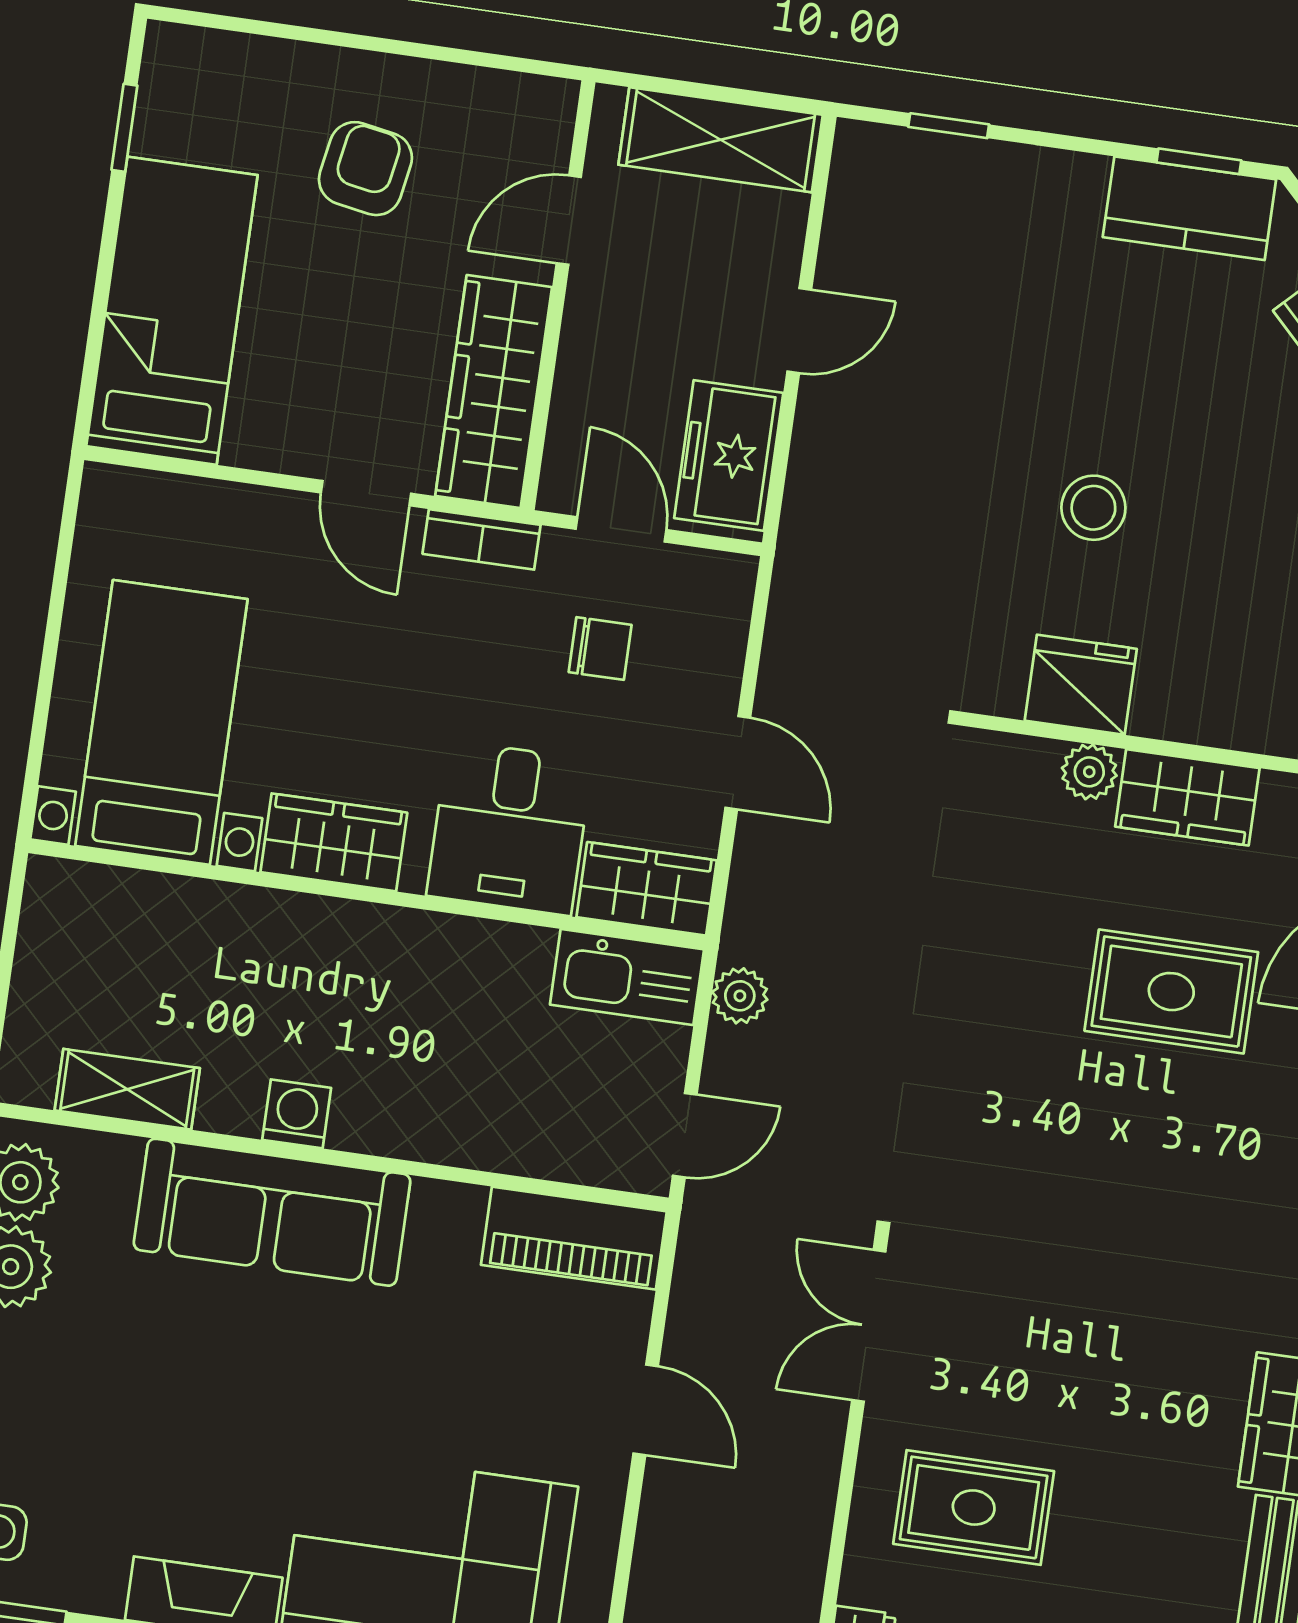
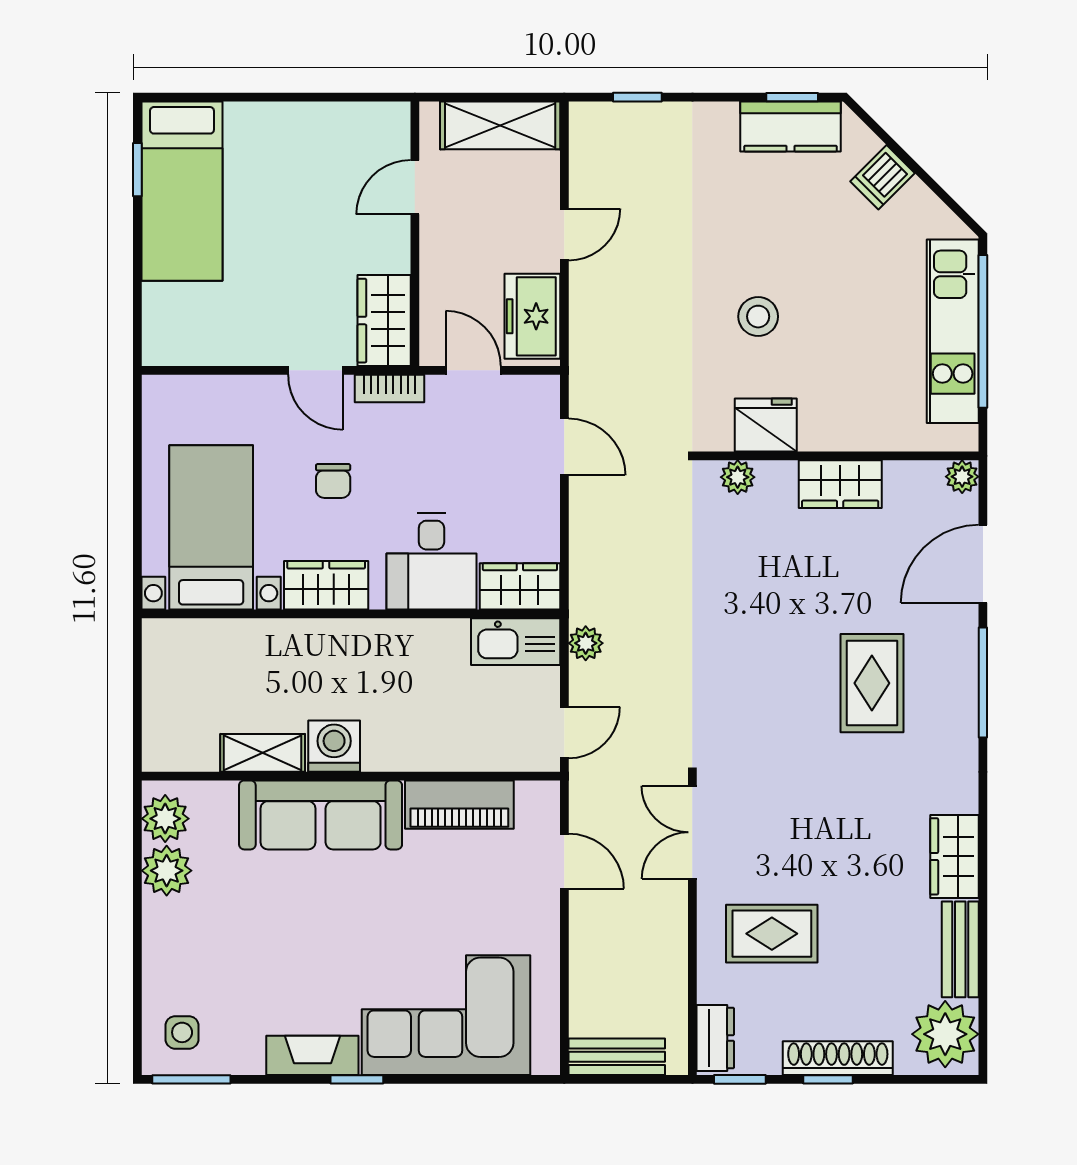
armchair: (365, 169) -> (287, 174), removed
bed: (172, 311) -> (182, 191), moved, turned 180
wardrobe: (494, 392) -> (384, 321), width x0.67
chair: (600, 649) -> (333, 481), moved, turned 90
door: (738, 763) -> (564, 447), moved
plant: (1089, 772) -> (738, 477), moved
rug: (1171, 992) -> (872, 683), moved, turned 90
shelving: (127, 1089) -> (263, 753), moved
washing machine: (297, 1114) -> (334, 746), width x1.38, depth x1.38
piano: (574, 1238) -> (459, 805), moved
door: (646, 1410) -> (564, 861), moved

